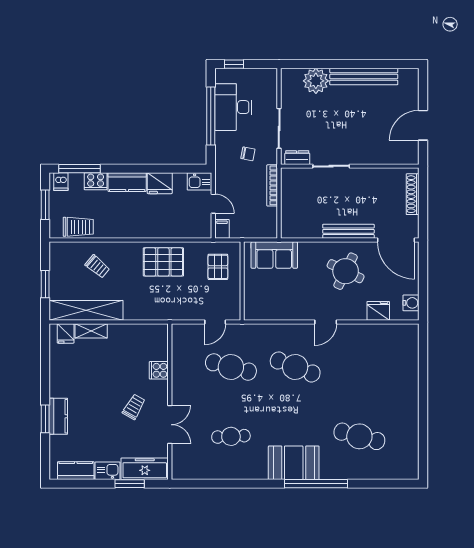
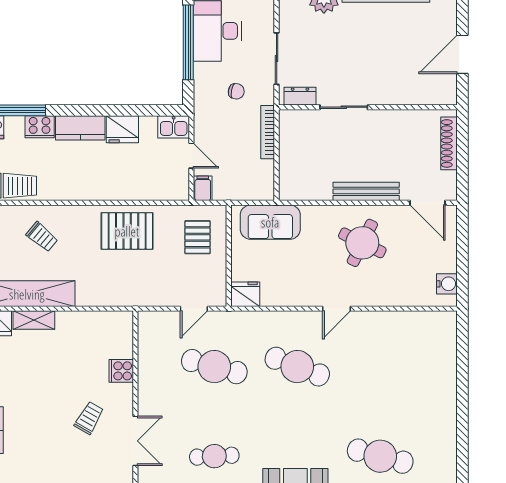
door: (396, 240) -> (427, 203), width x0.73
fridge: (378, 311) -> (245, 294), moved

